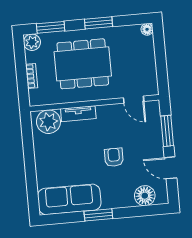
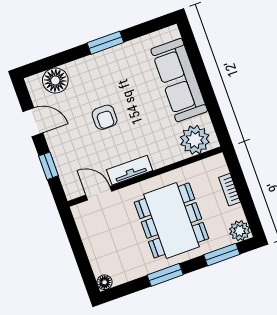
dining table: (83, 64) -> (172, 220), turned 90
tv unit: (78, 114) -> (130, 170), moved
window: (167, 131) -> (48, 166), width x0.67
sofa: (69, 199) -> (179, 80), moved, turned 90

